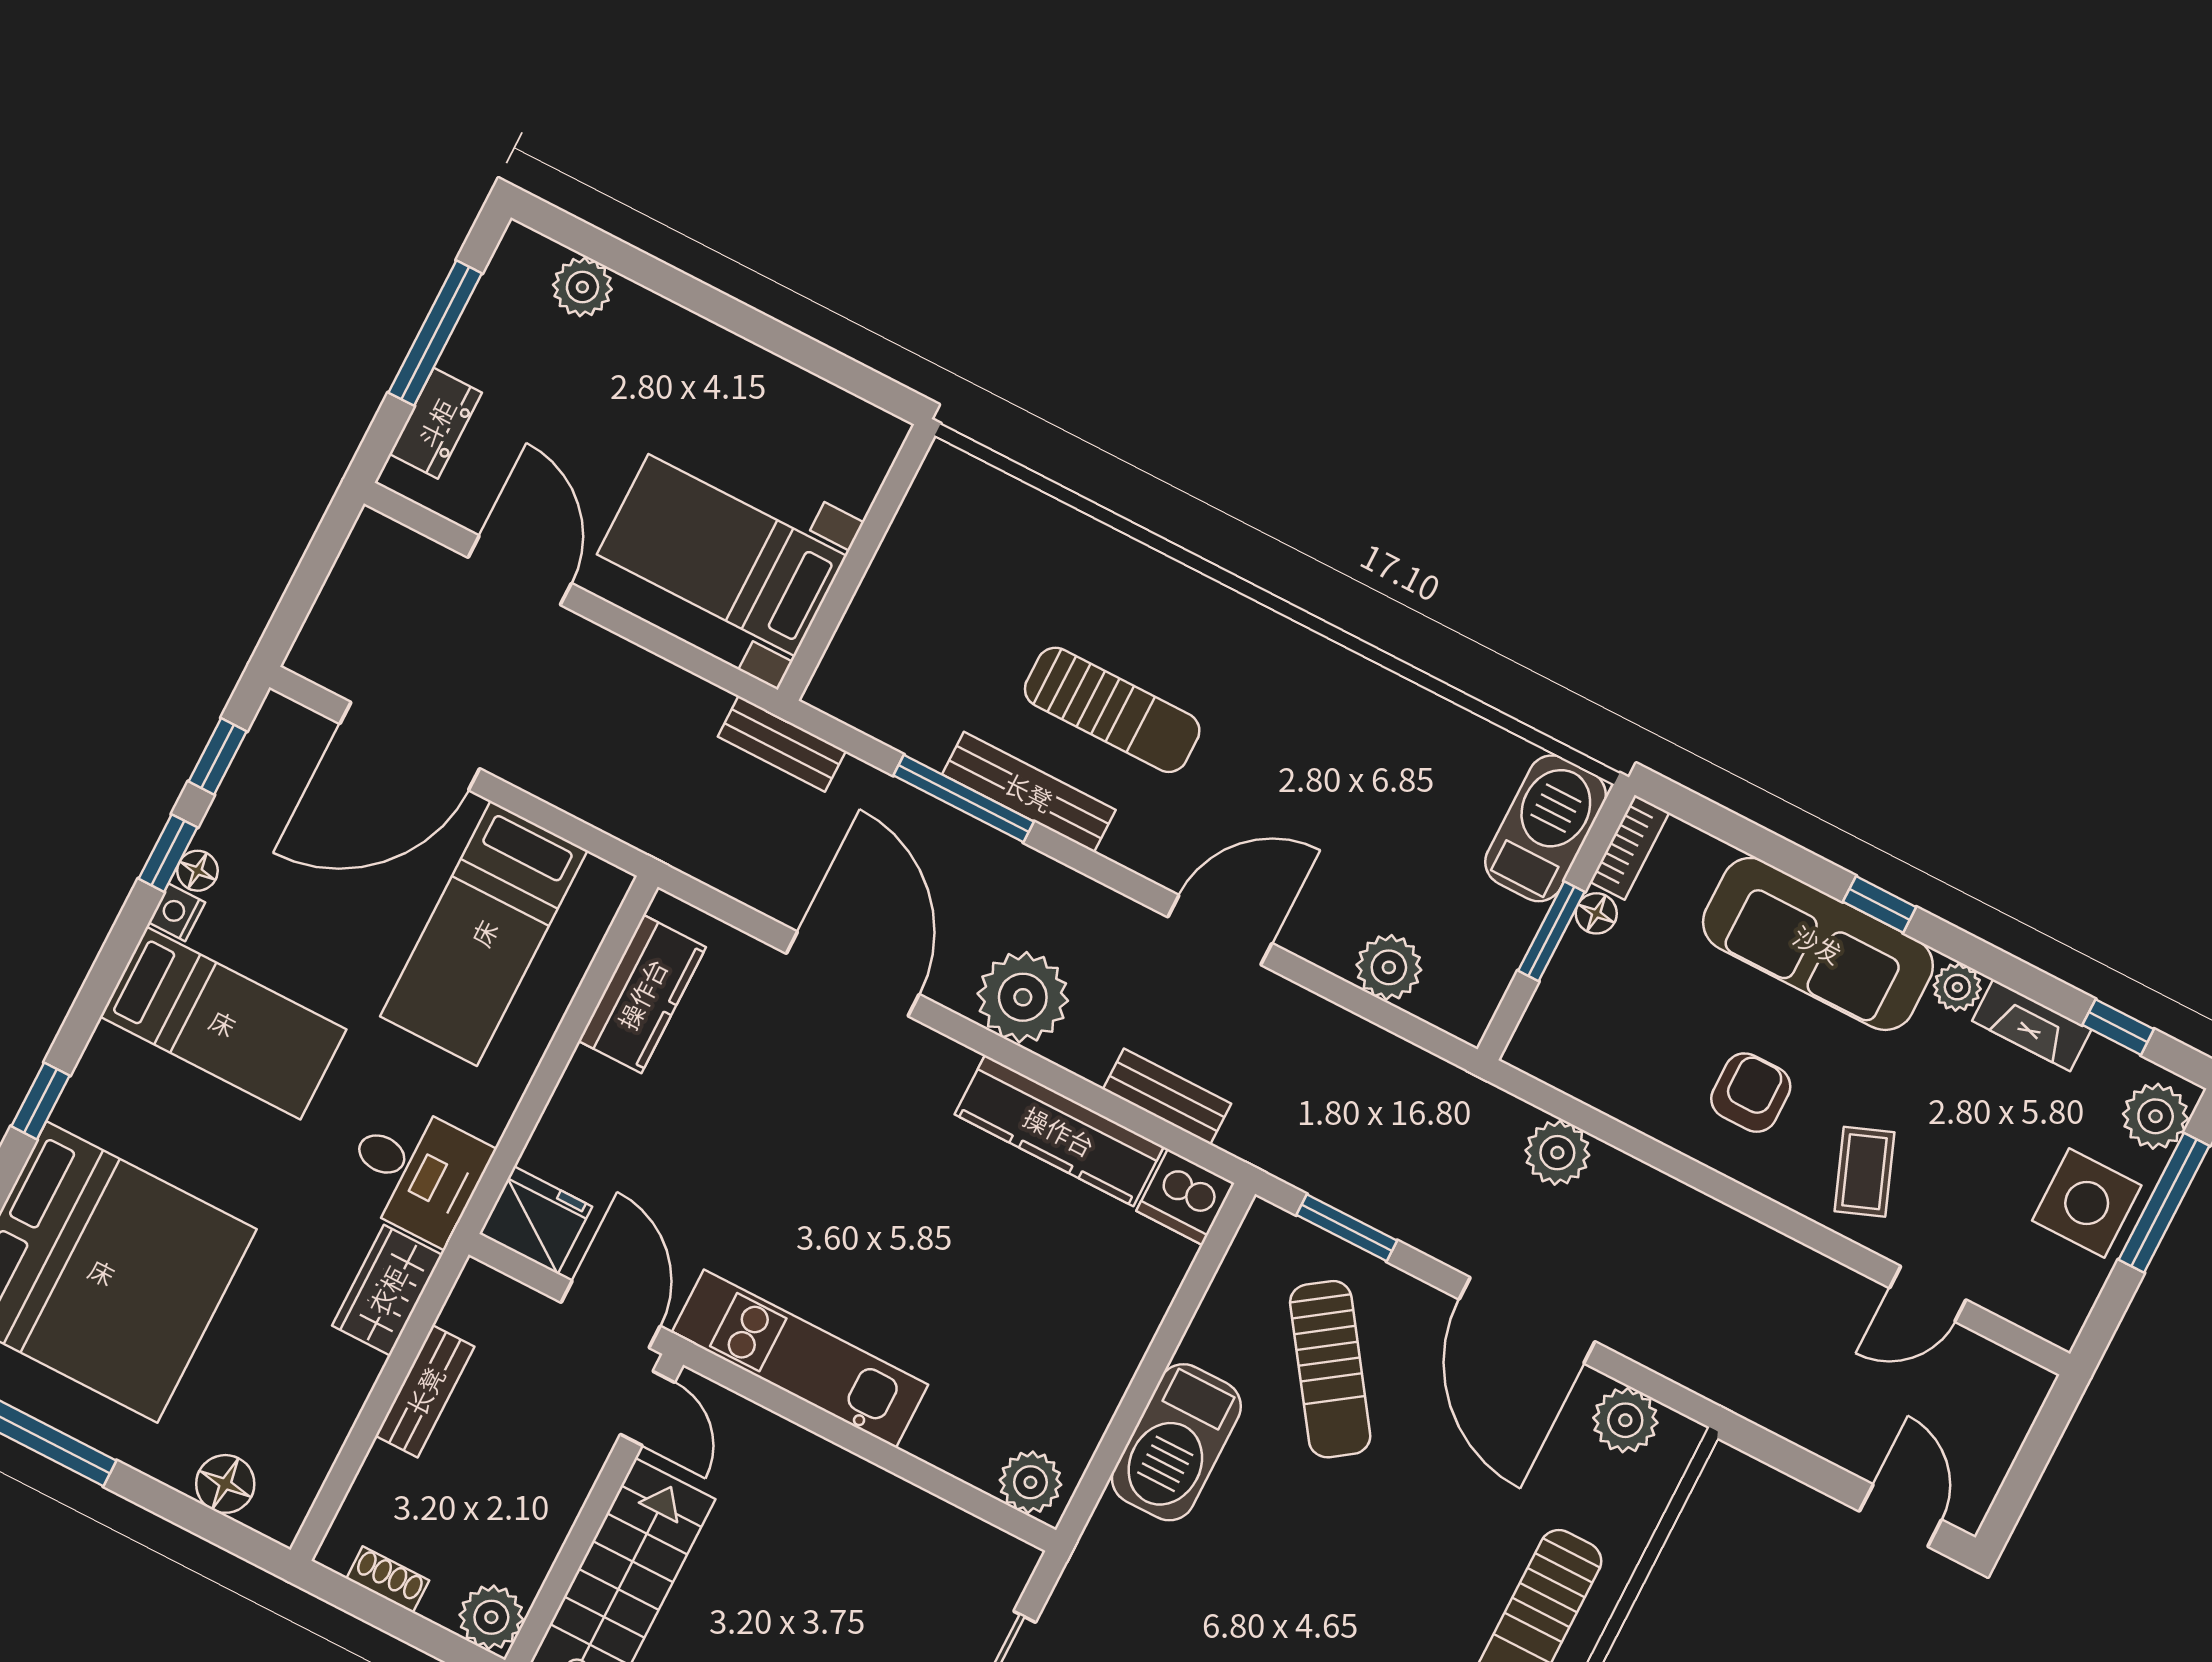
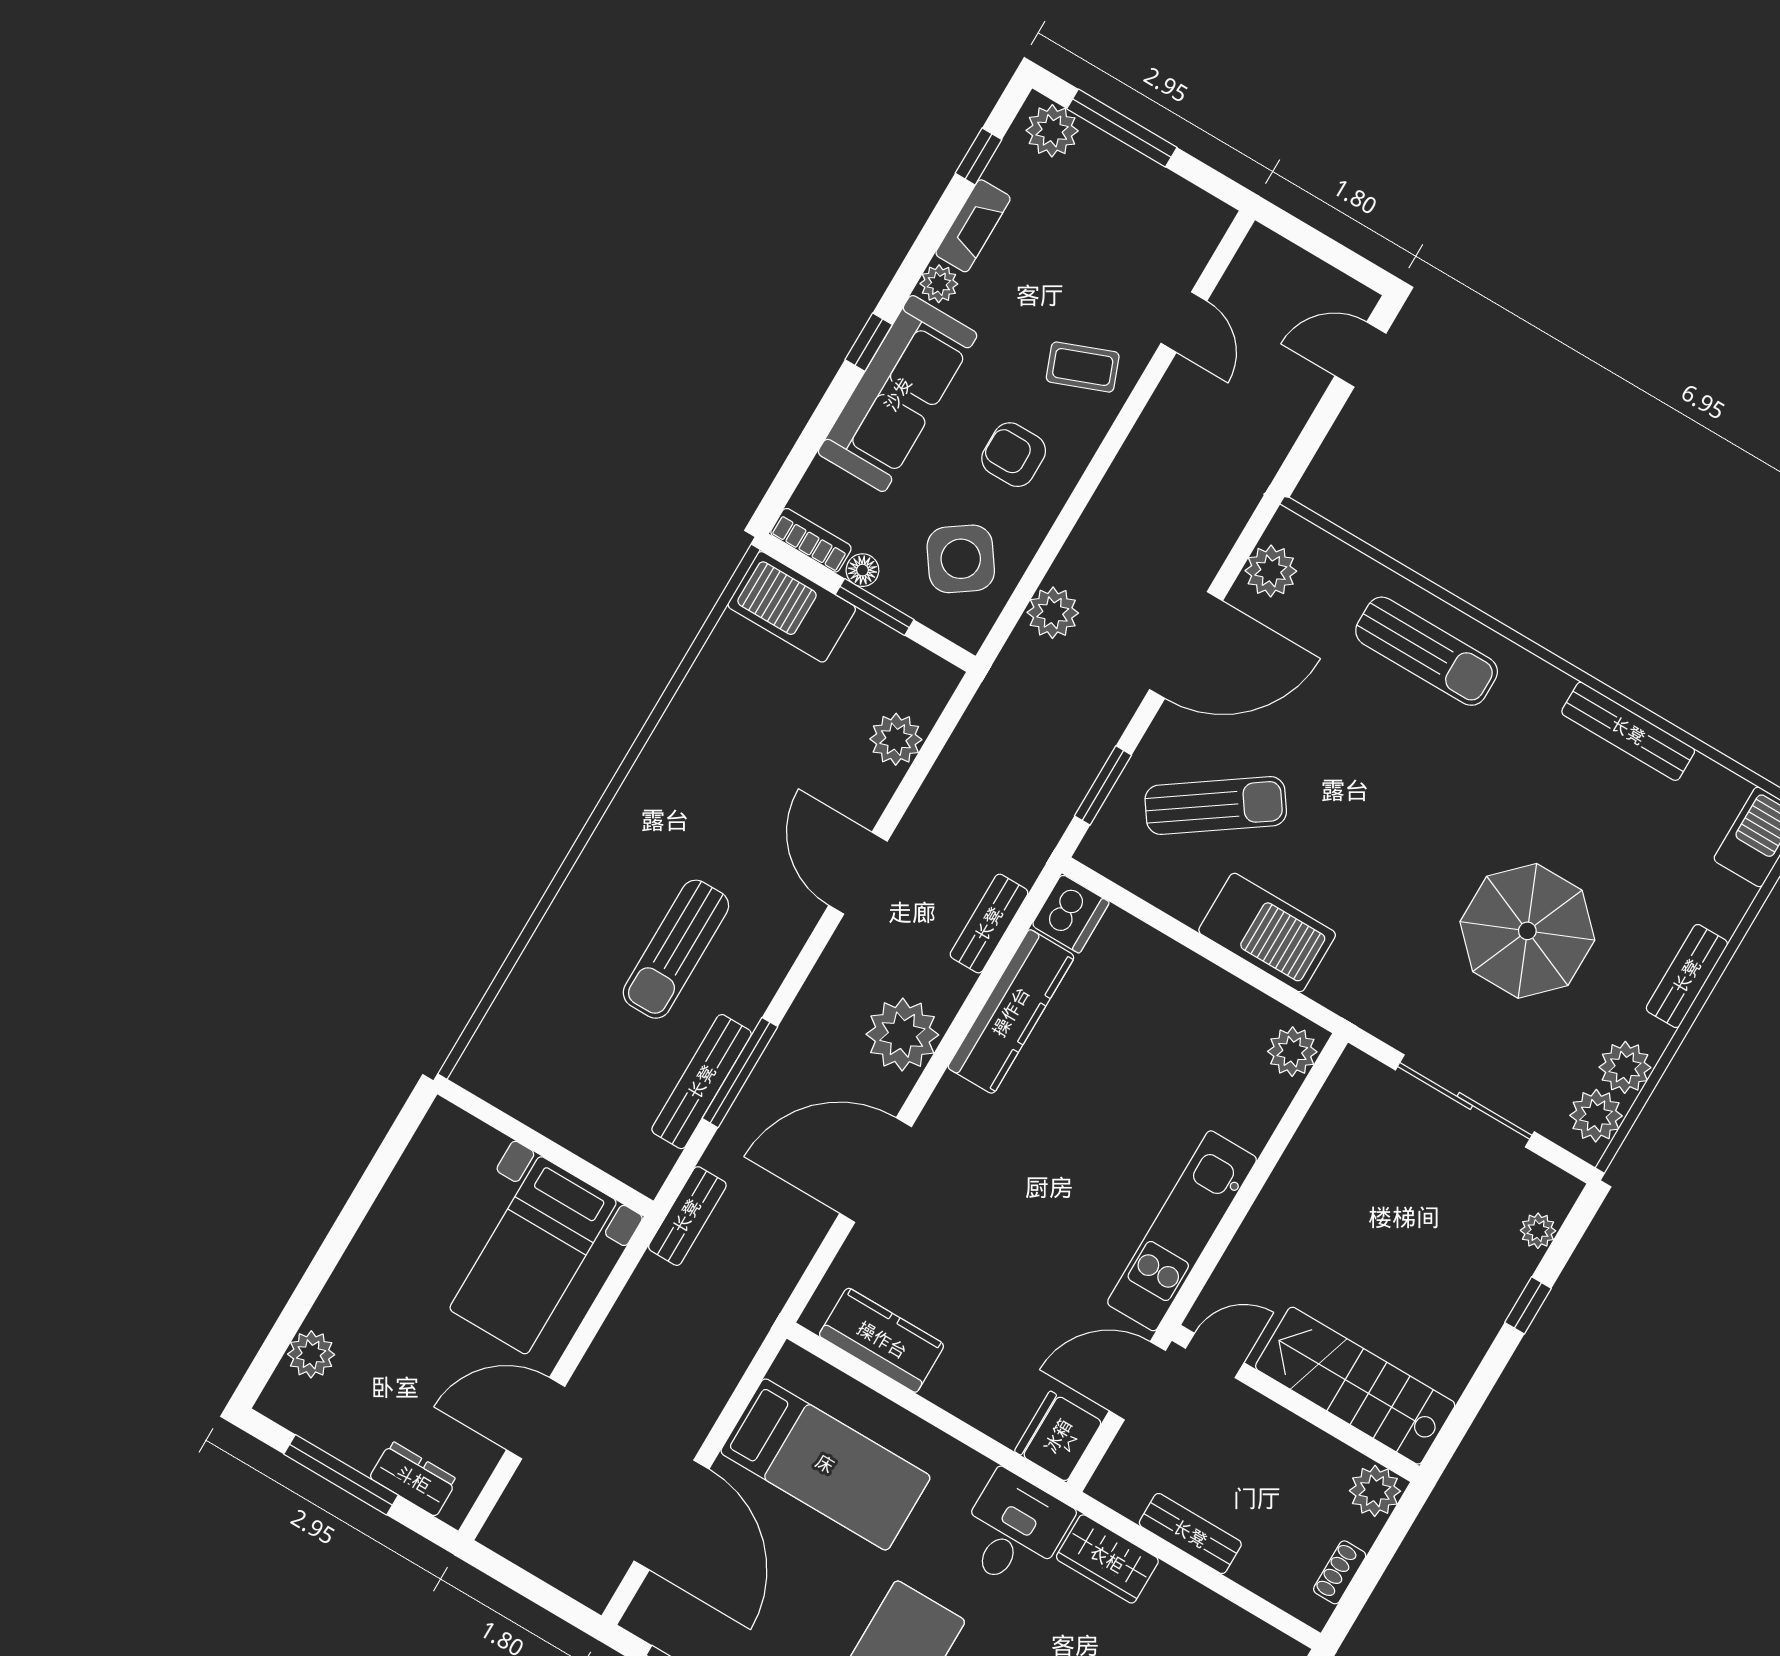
sun lounger: (1112, 710) -> (676, 949), turned 180
bench: (1029, 792) -> (702, 1082), moved
side table: (2087, 1203) -> (961, 559), moved, turned -35

